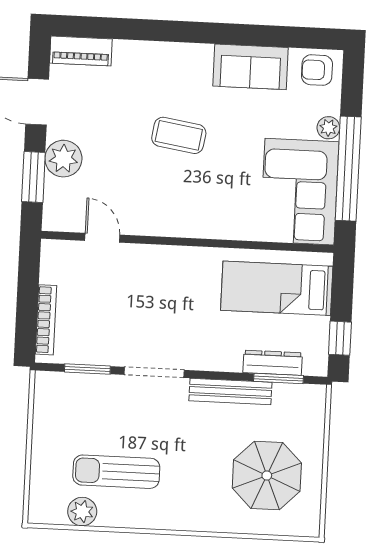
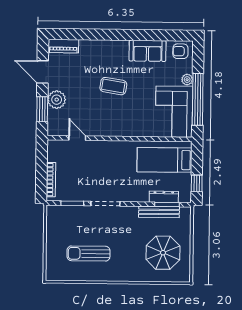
bench: (230, 392) -> (159, 212), moved
plant: (82, 512) -> (72, 274), removed

